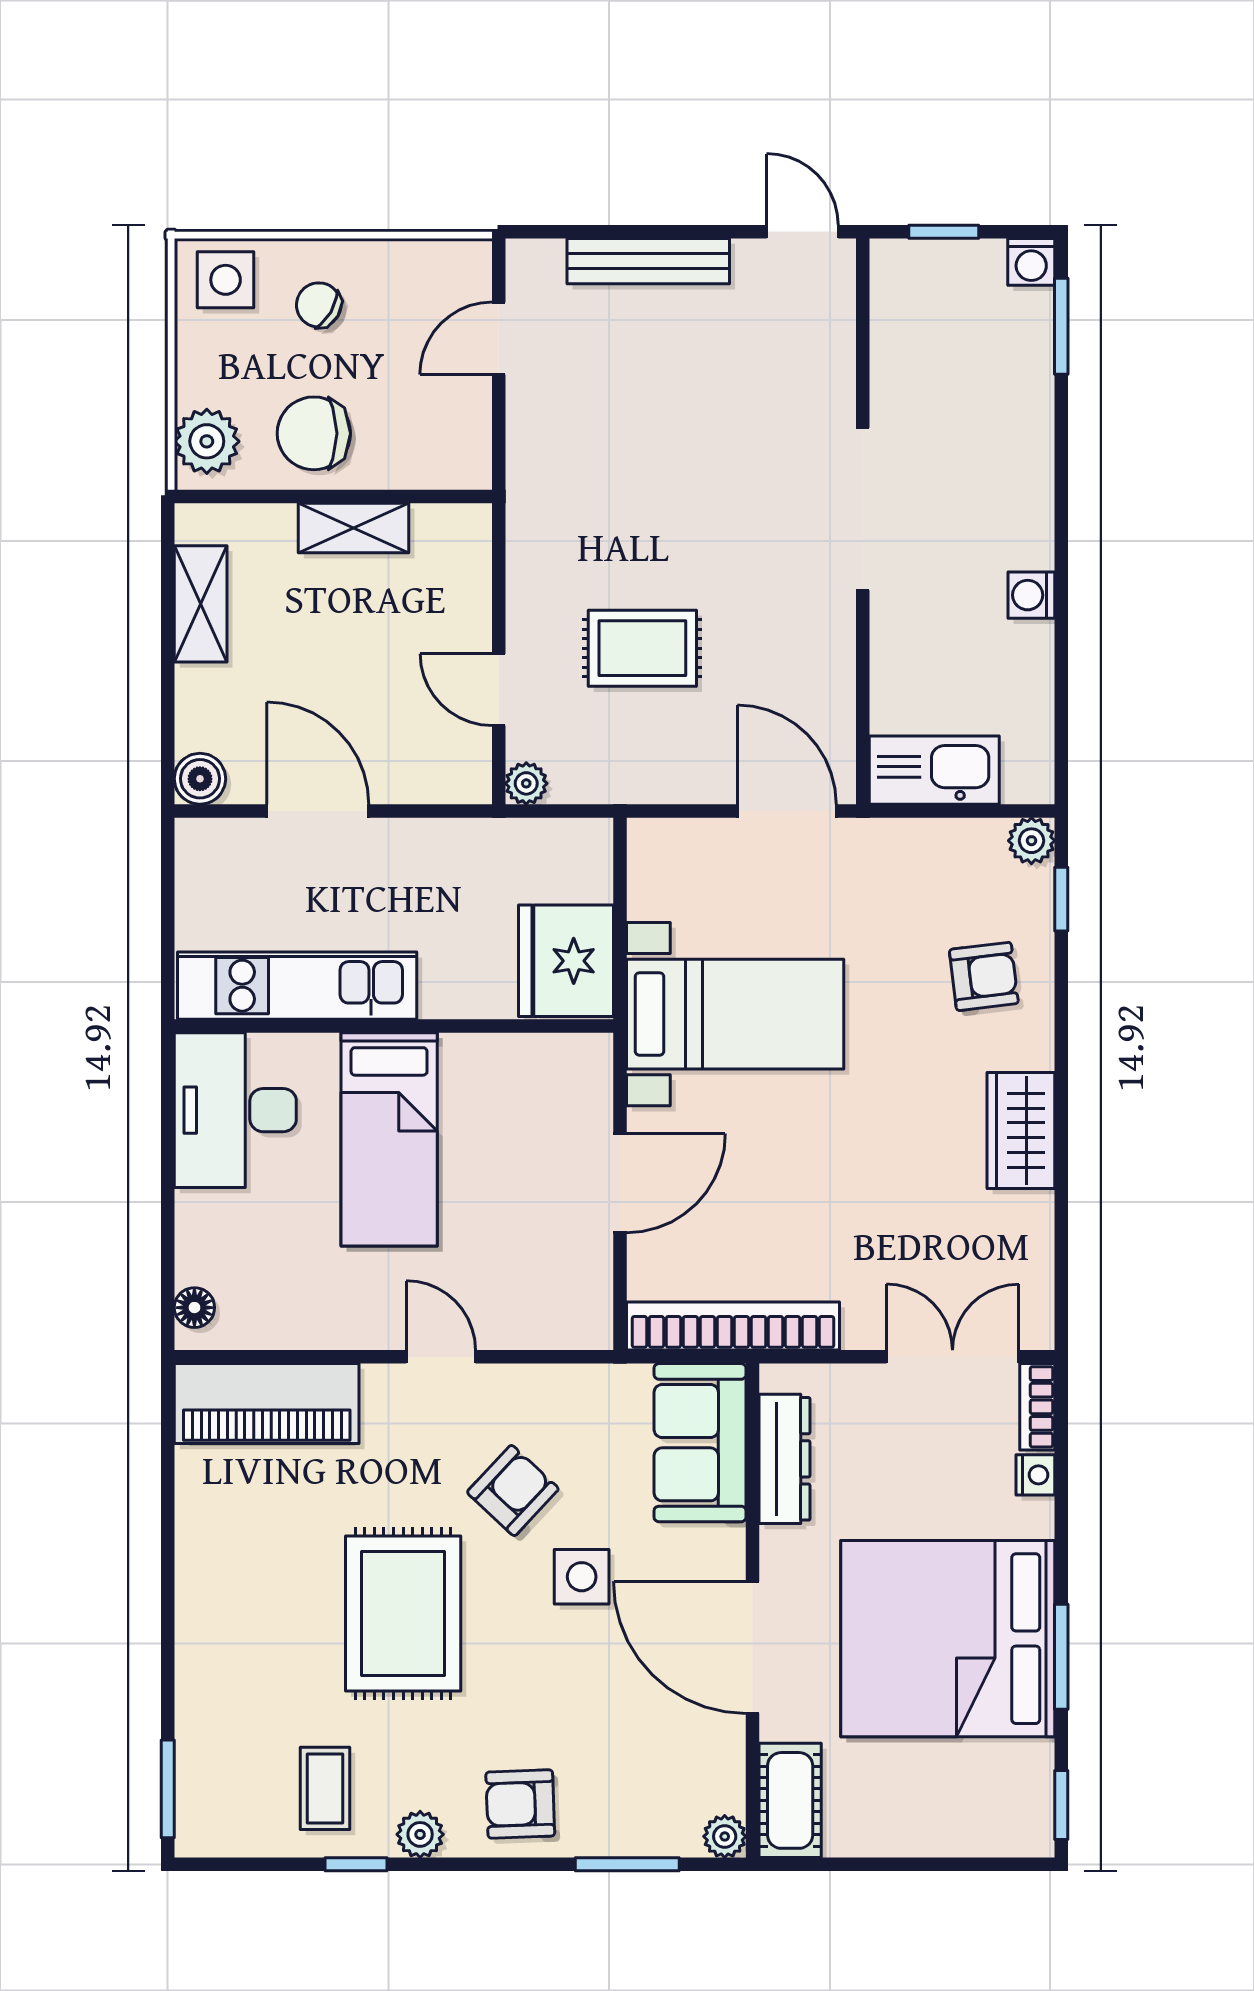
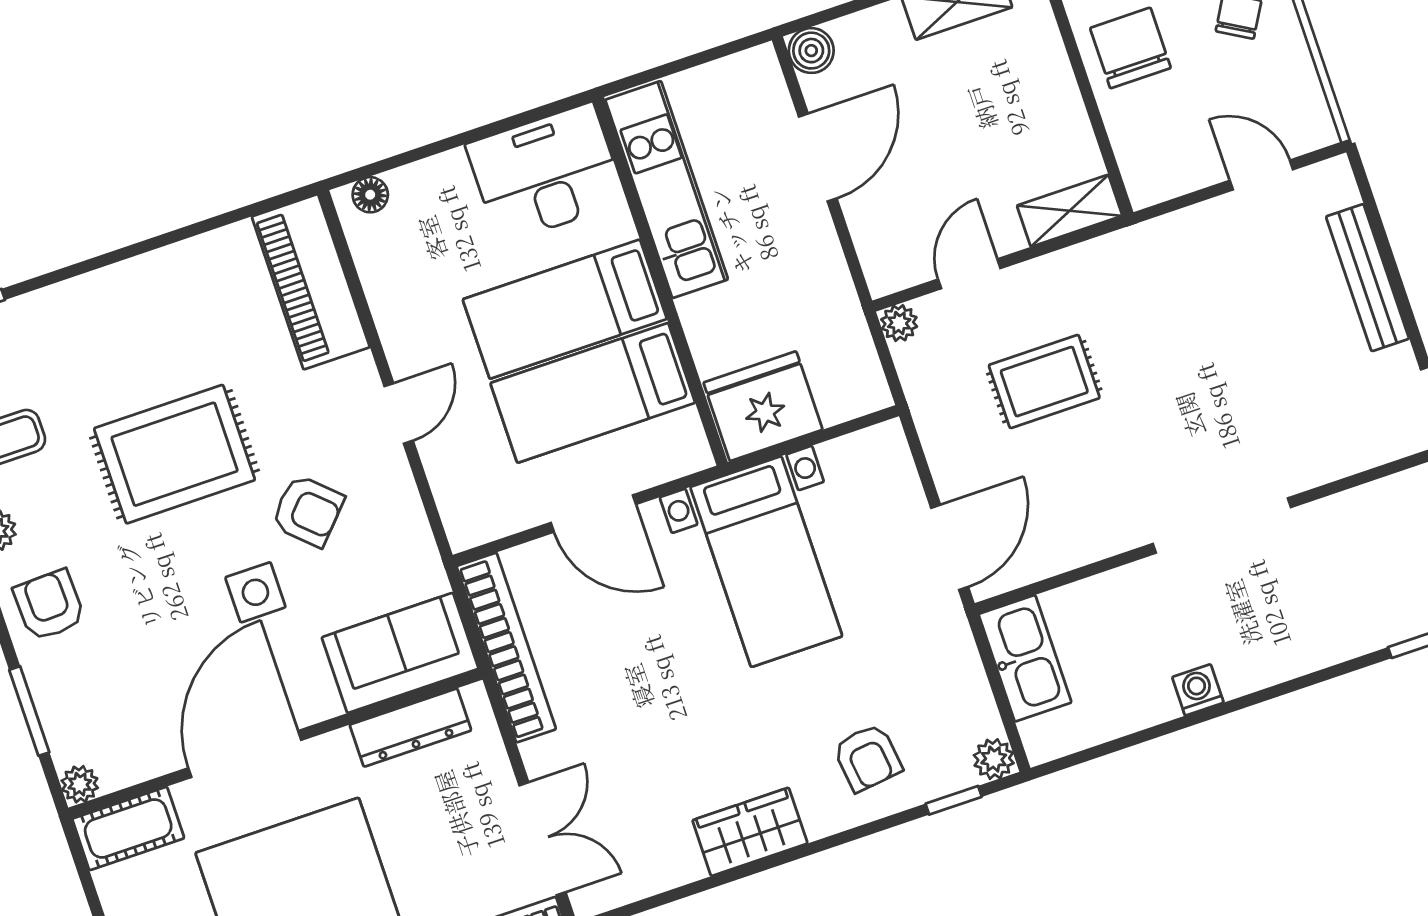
shelving: (354, 528) -> (1070, 211), moved, turned 90
rug: (642, 648) -> (1044, 382), turned 90
bed: (490, 1140) -> (593, 393), added

